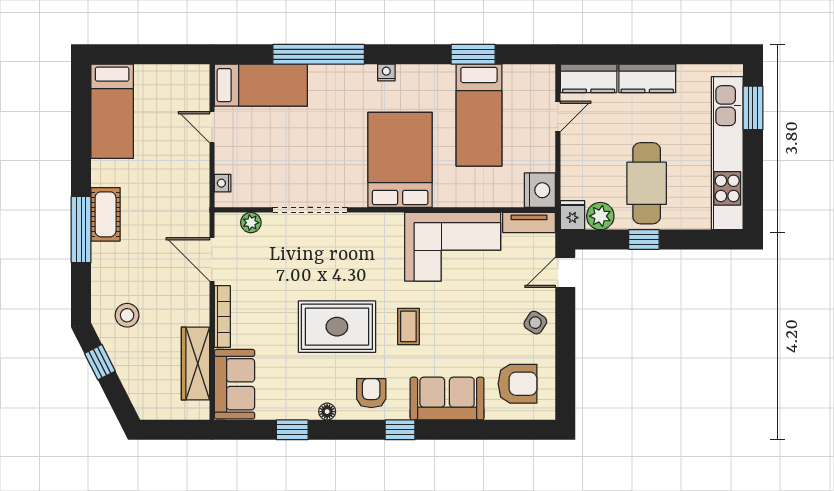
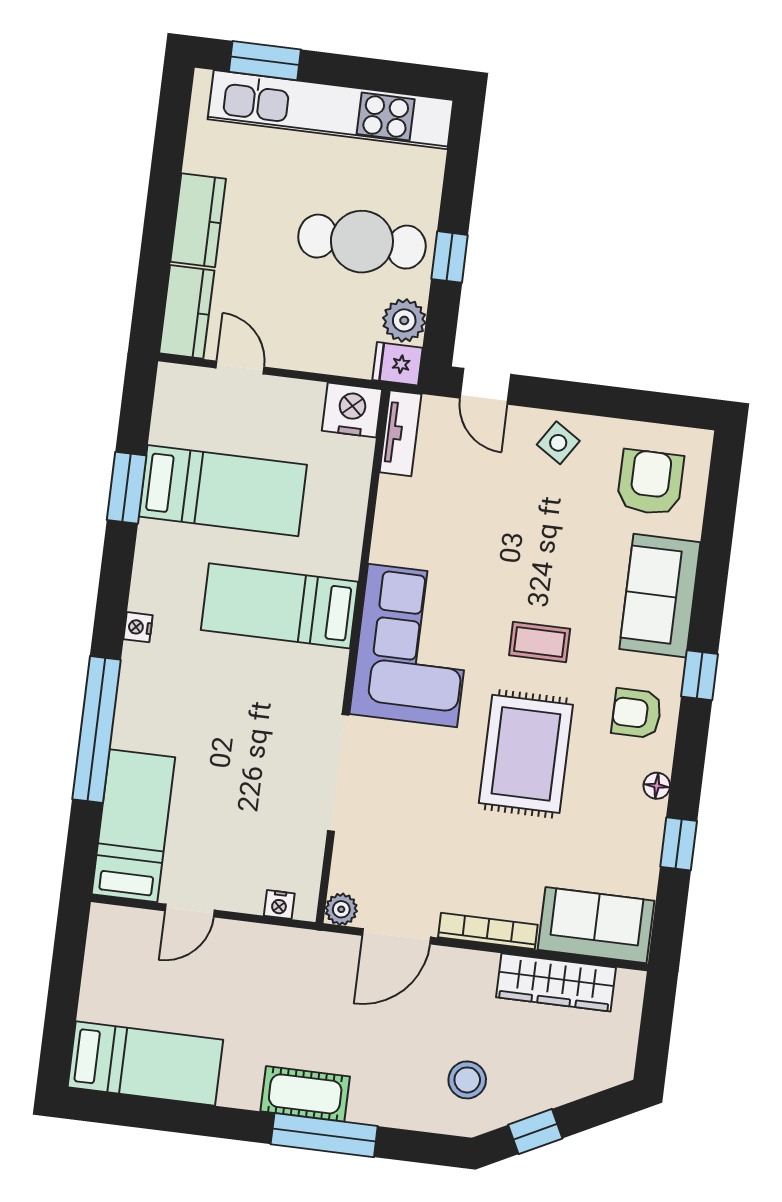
bed: (400, 160) -> (279, 606), width x0.67
plant: (251, 223) -> (341, 909), moved
corner sofa: (453, 247) -> (413, 646), moved

